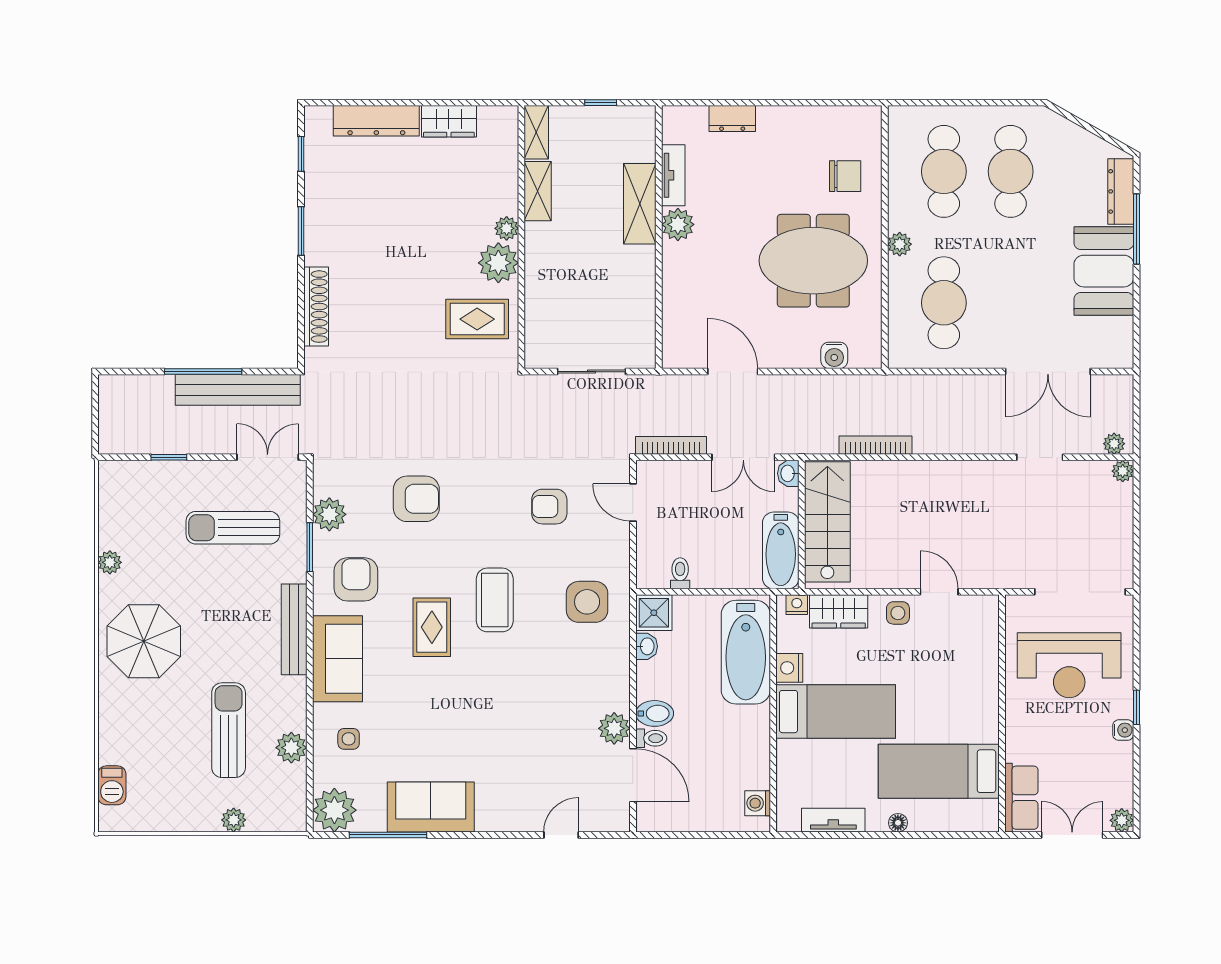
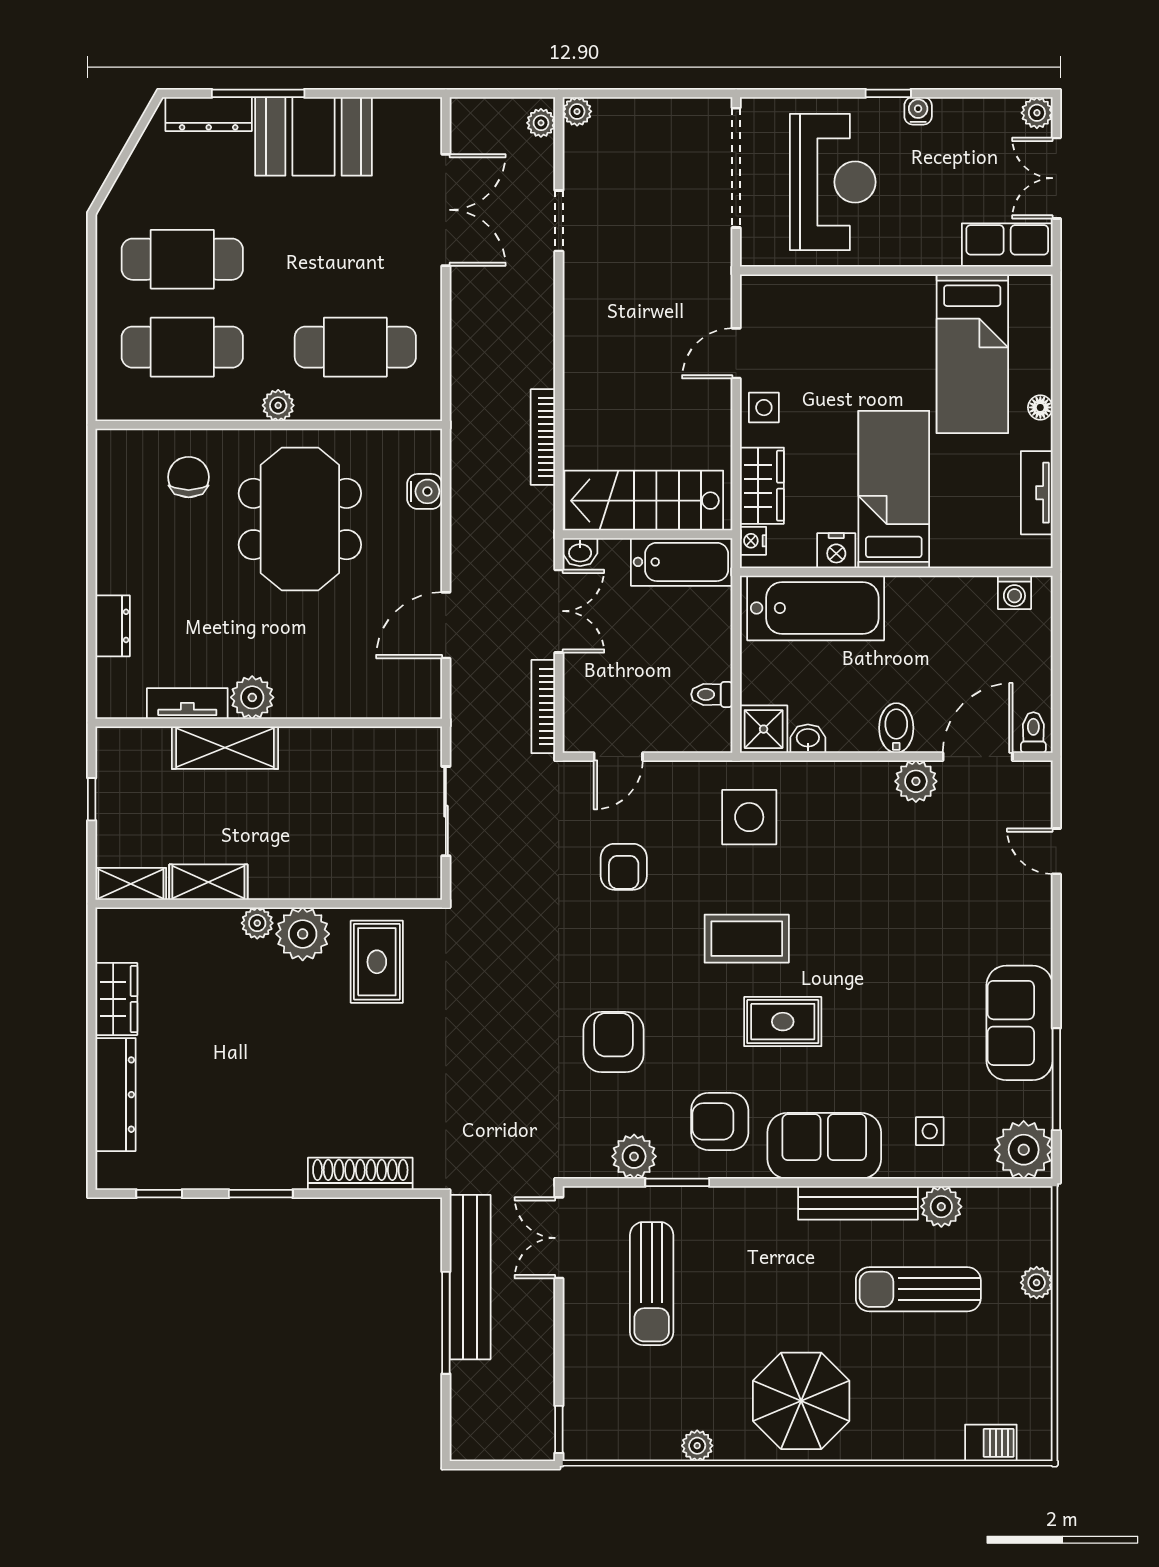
window: (169, 457) -> (559, 1429), moved
bench: (294, 629) -> (858, 1203), moved
toilet: (651, 738) -> (1033, 732), moved

